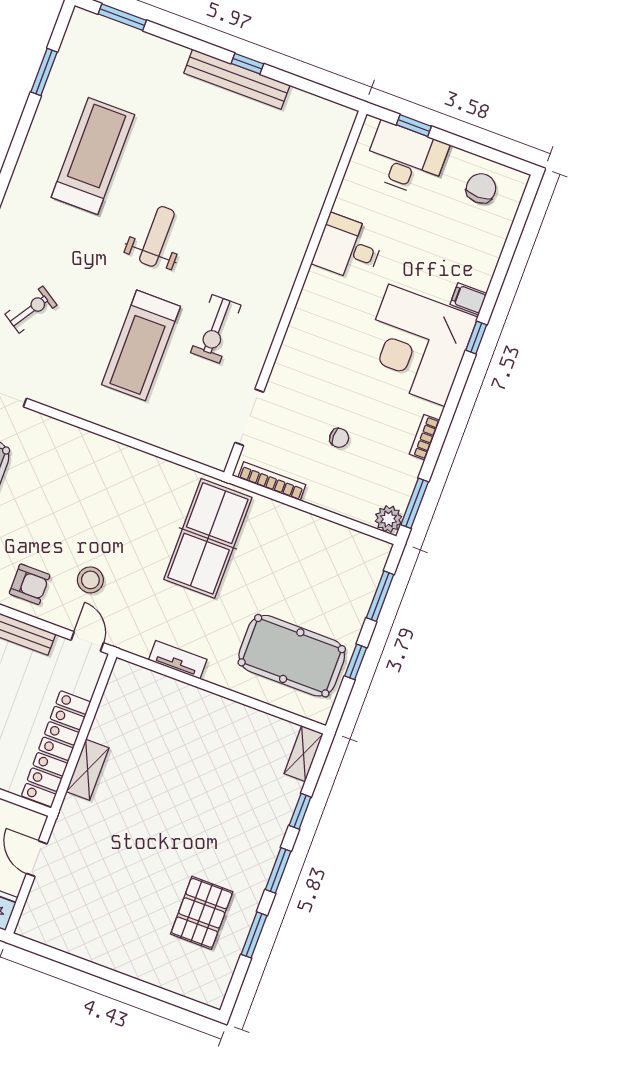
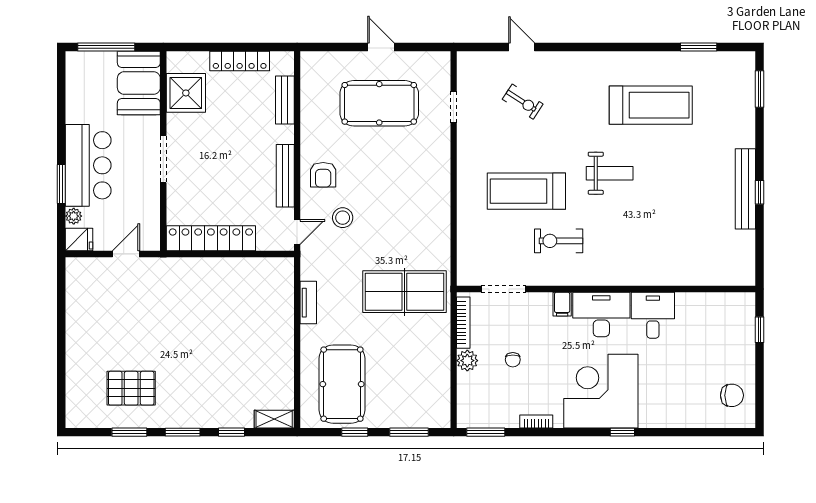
desk: (406, 159) -> (601, 314), moved, turned -90
filing cabinet: (468, 299) -> (562, 304), moved, turned 180
plant: (389, 519) -> (467, 361), moved
shelving: (88, 770) -> (204, 267), removed

